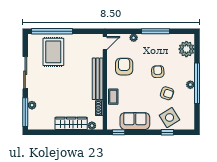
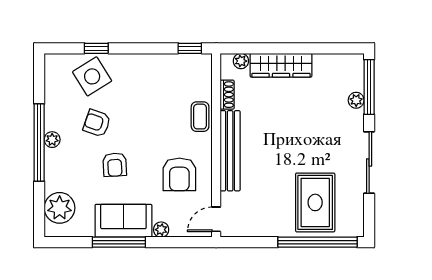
sofa: (135, 121) -> (123, 221), moved, turned 180

